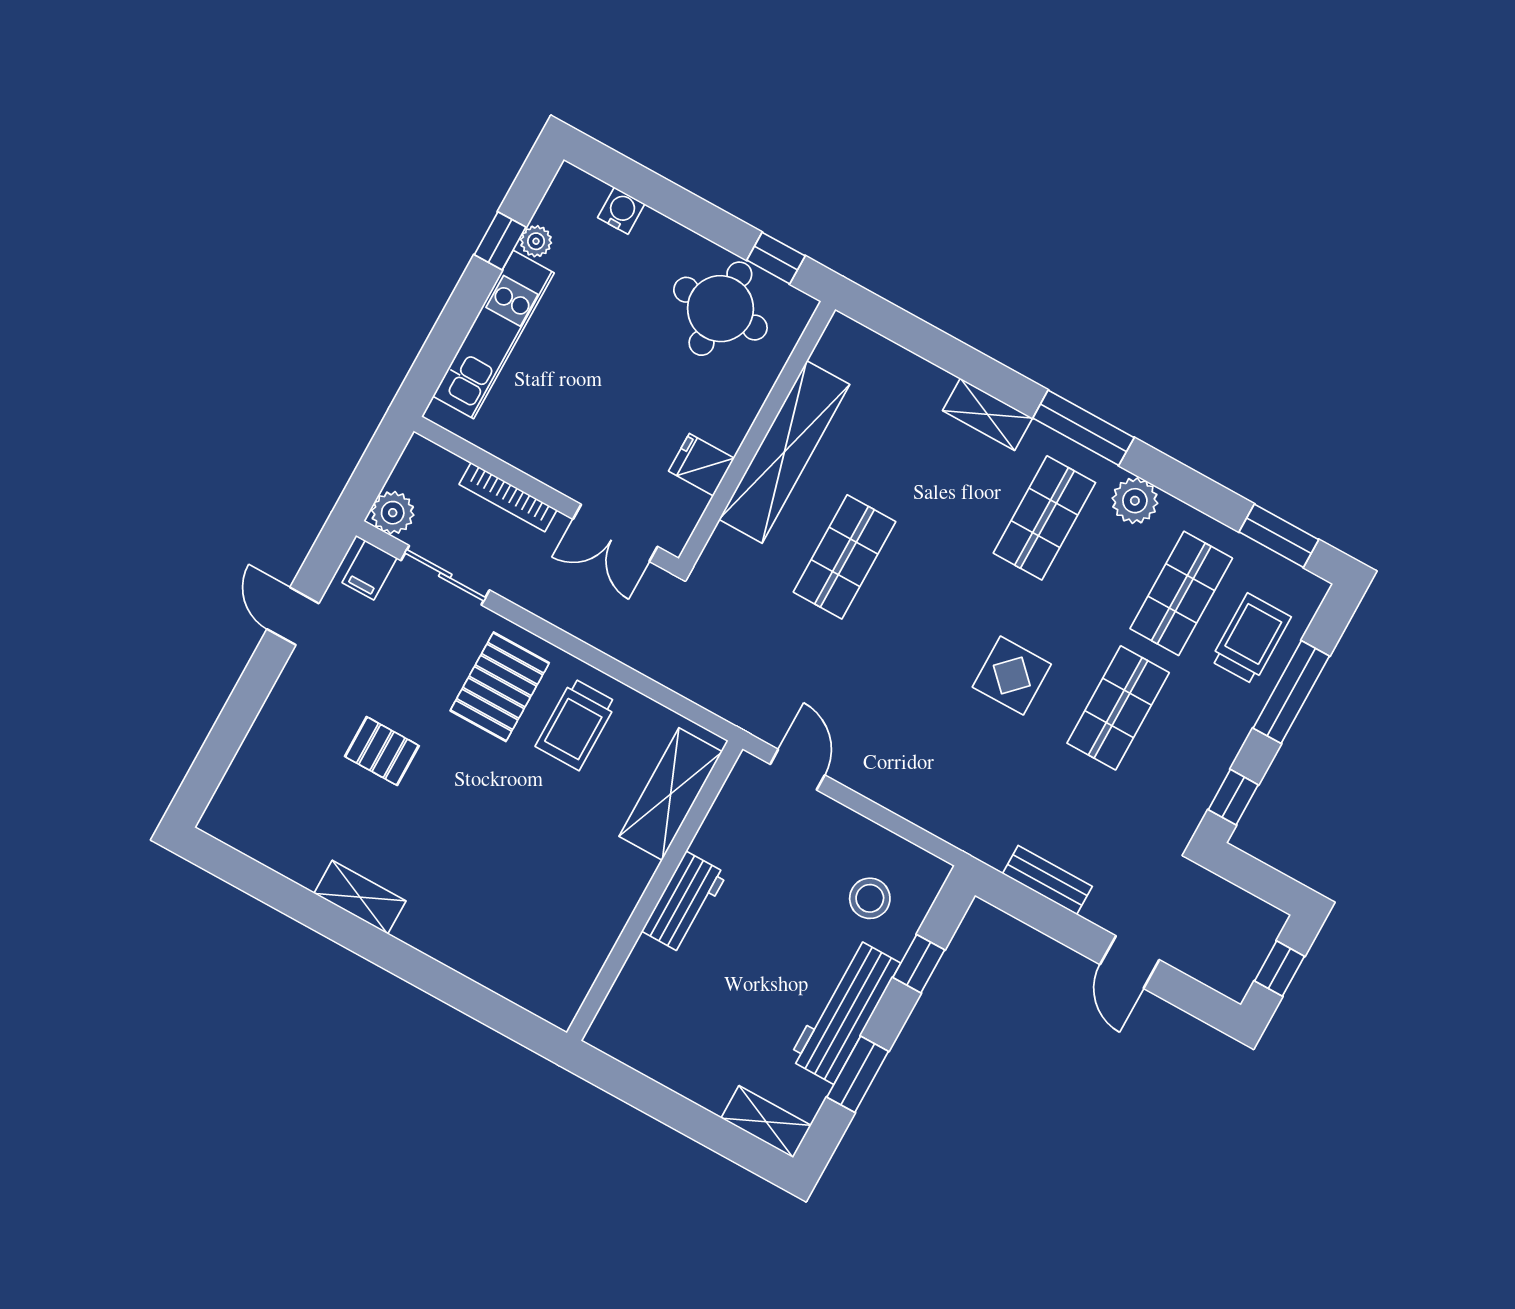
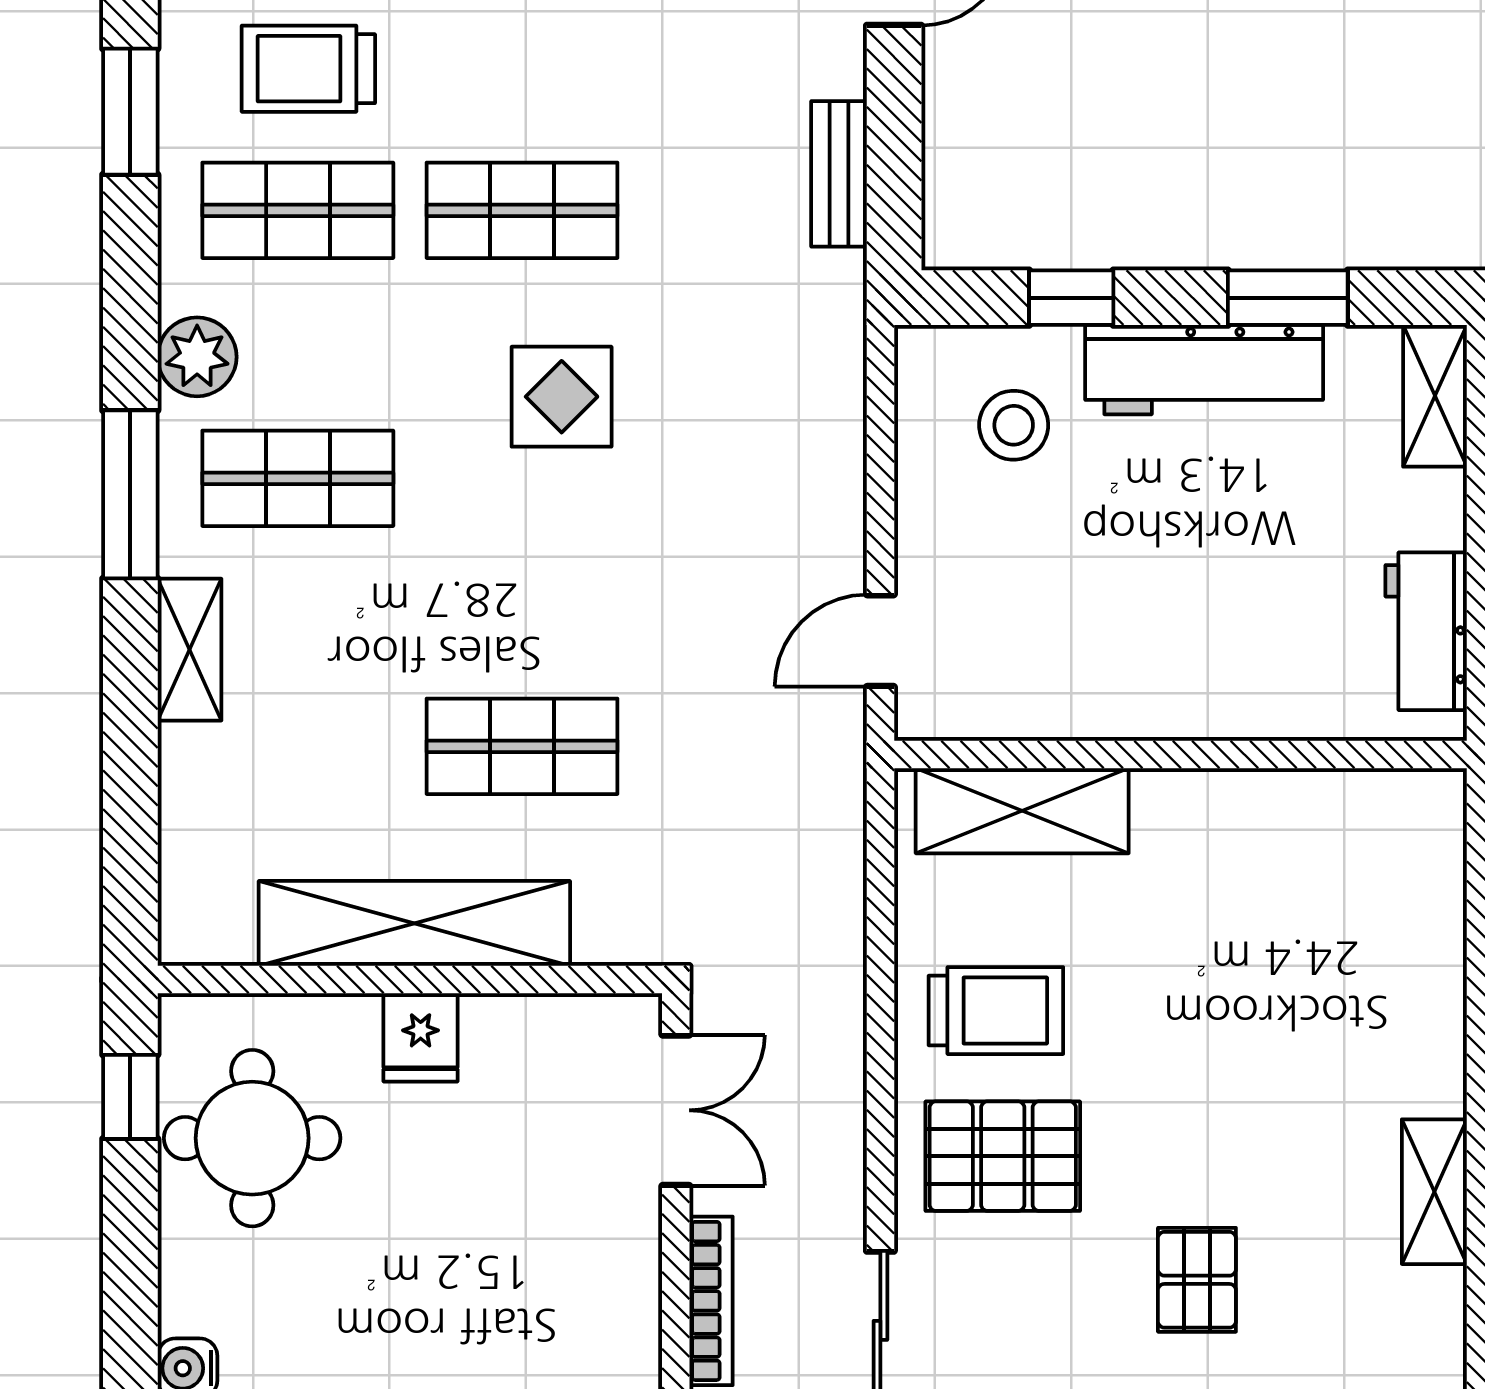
fridge: (701, 465) -> (421, 1037), moved
workbench: (684, 902) -> (1426, 631), moved, turned -90

